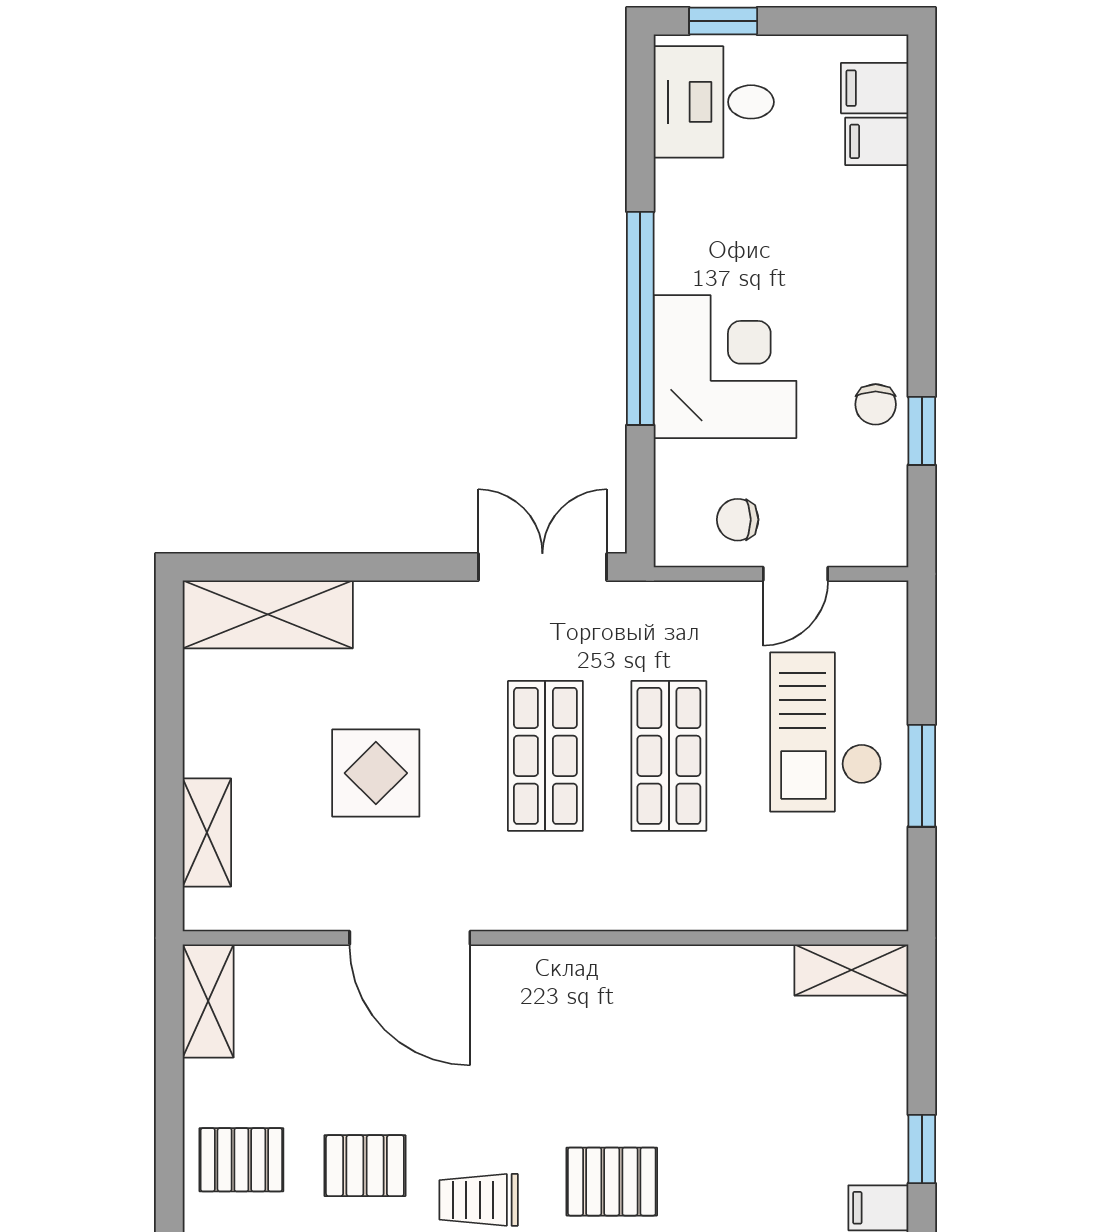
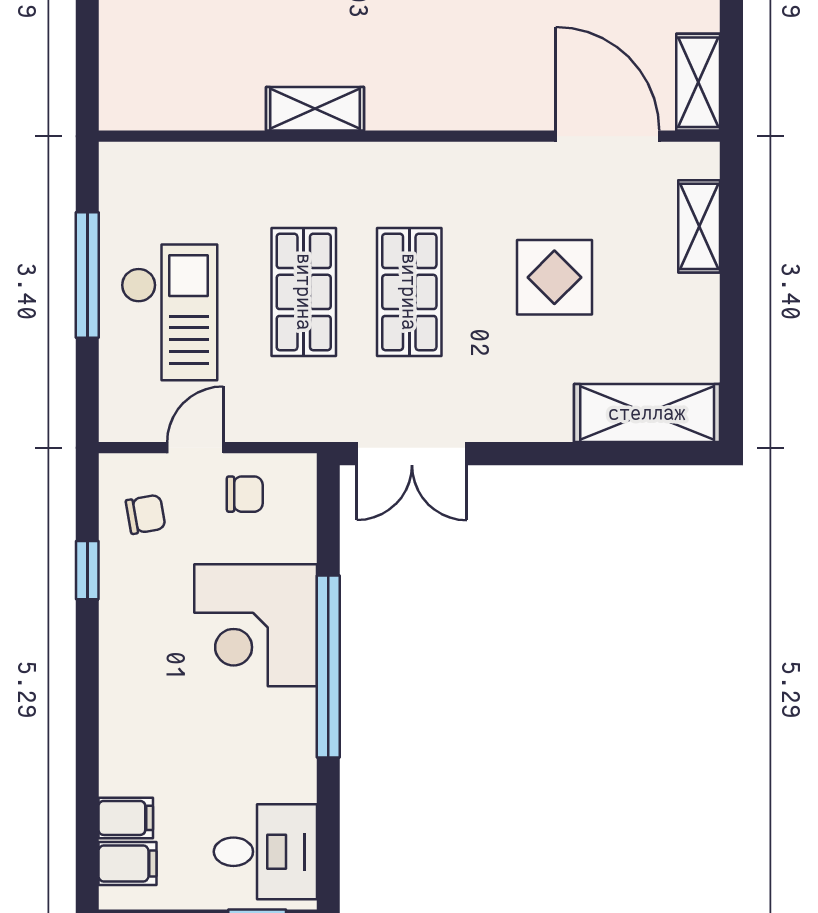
chair: (876, 404) -> (146, 514), moved, turned 80
window: (922, 776) -> (87, 275), width x1.44
door: (410, 938) -> (608, 136), moved
shelving: (851, 970) -> (315, 109), moved

